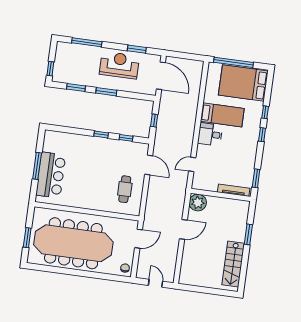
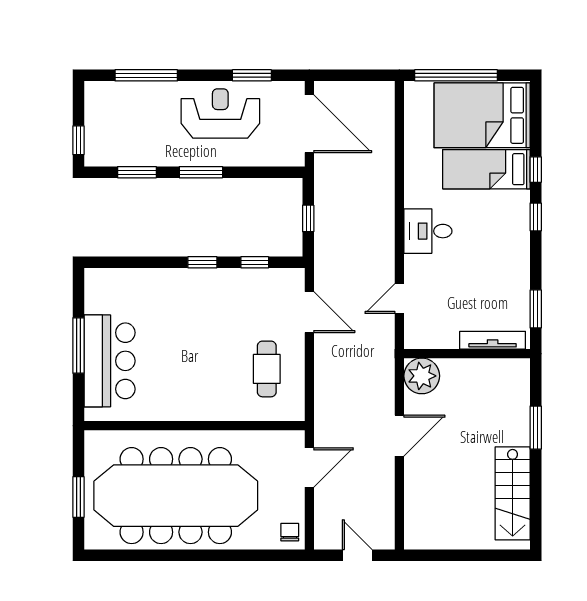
bed: (222, 115) -> (486, 169), moved, turned 180

